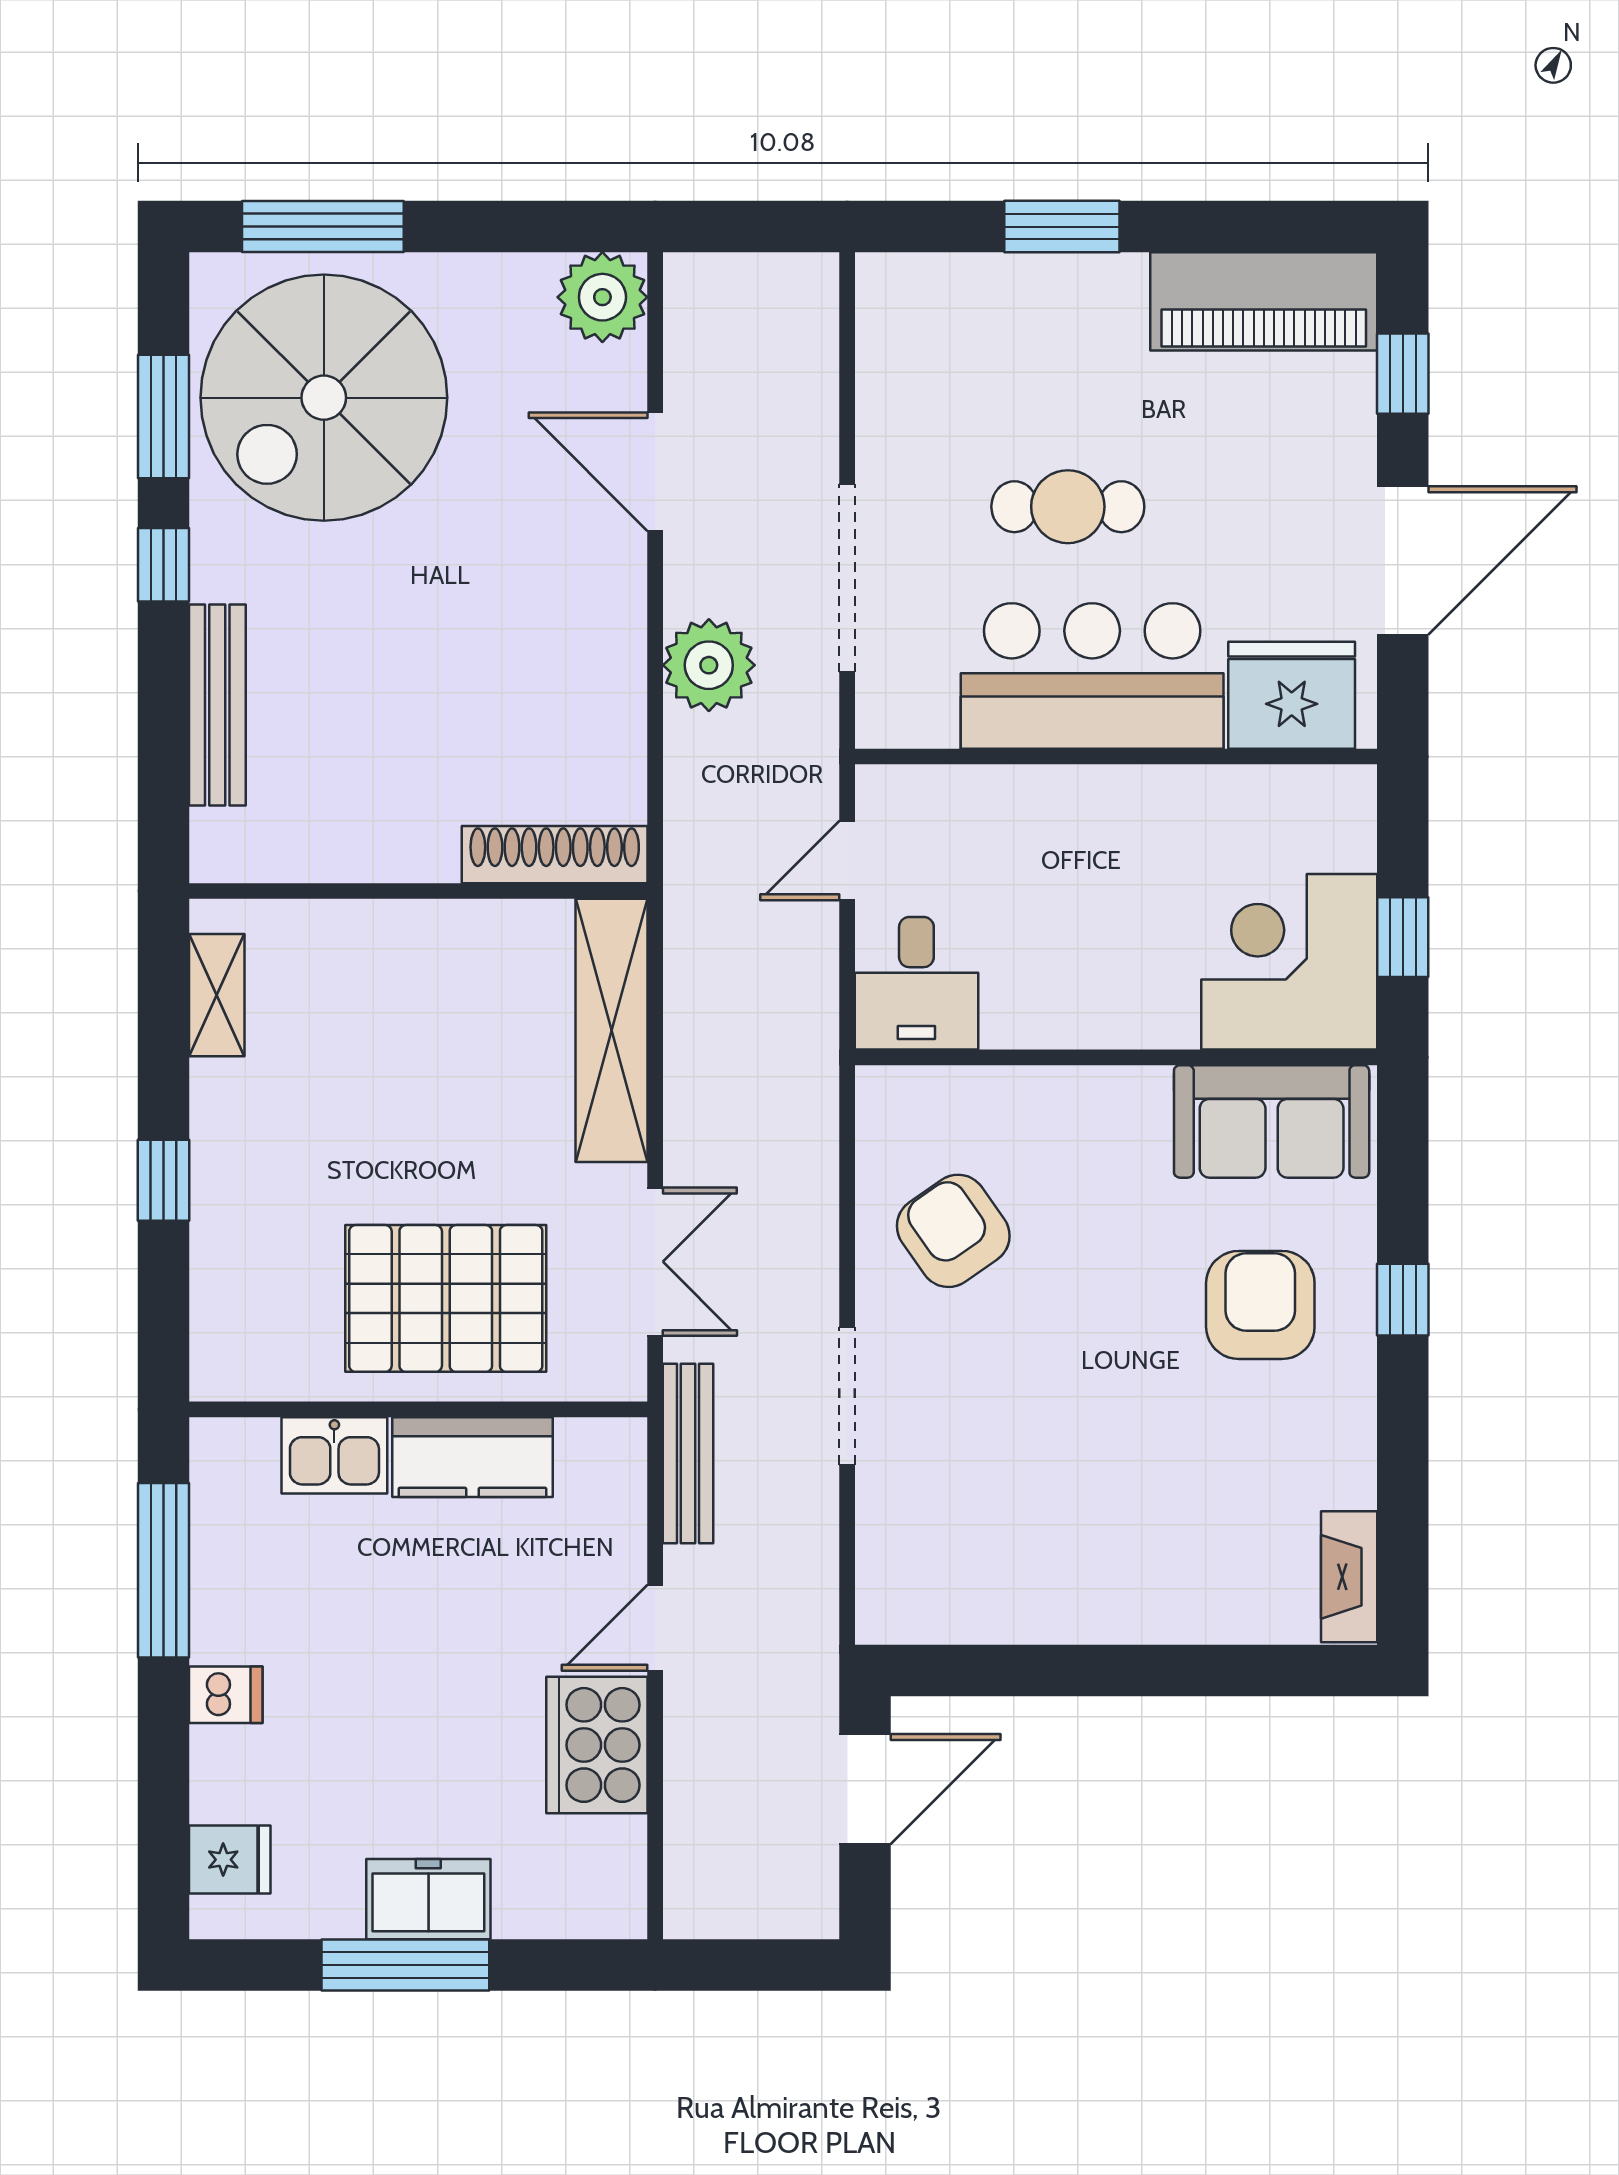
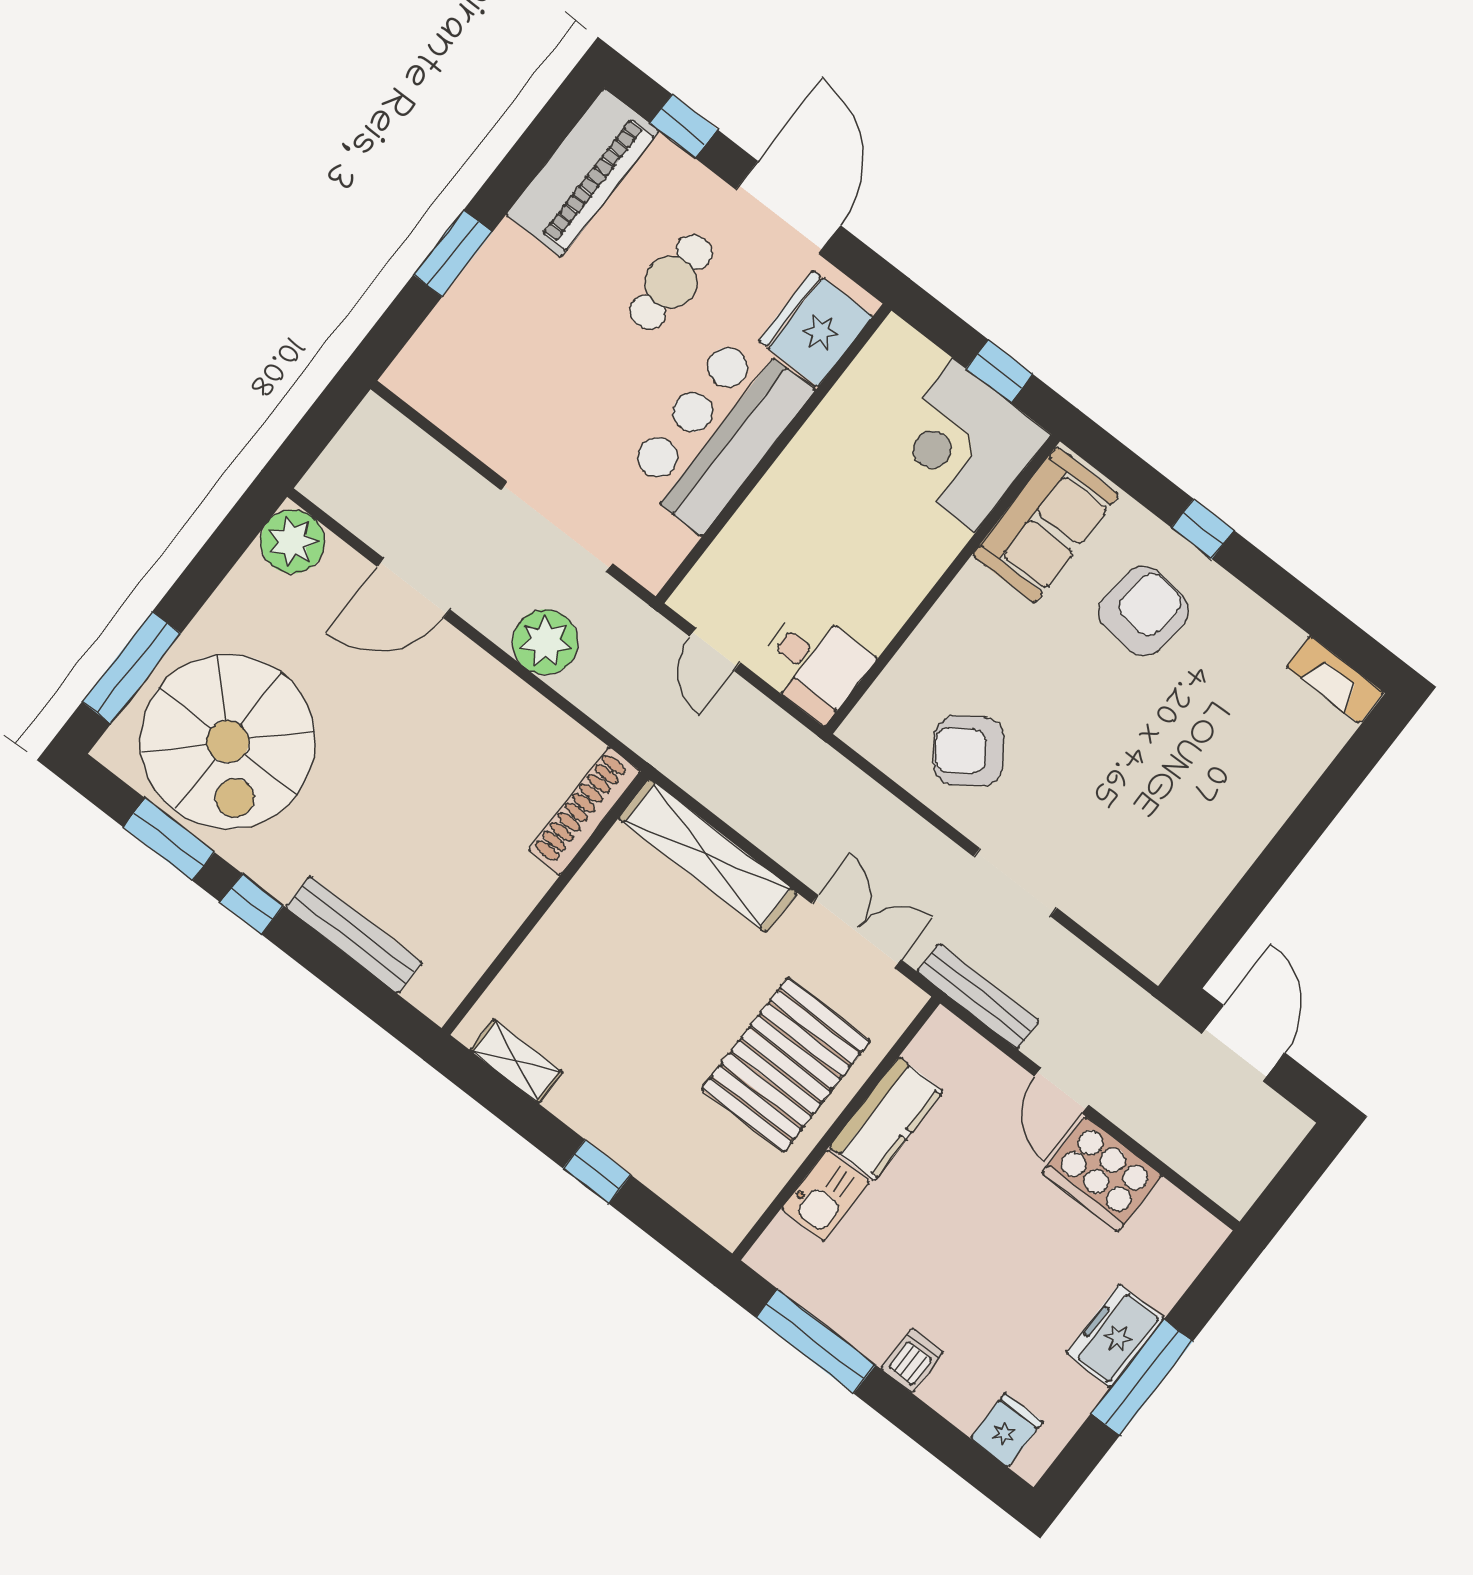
cafe table: (1068, 507) -> (671, 282), moved
armchair: (1260, 1305) -> (1144, 611), turned 97

